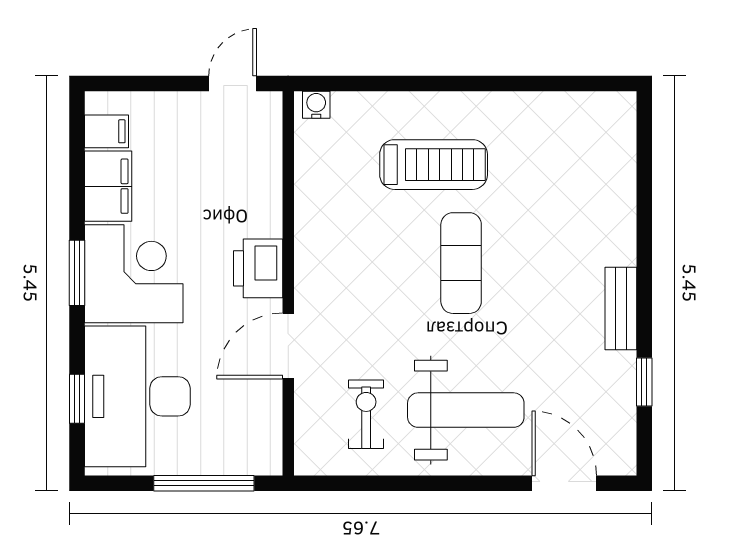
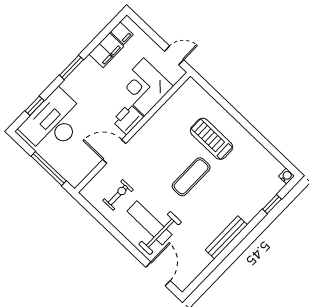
water cooler: (316, 105) -> (287, 176), moved
treadmill: (434, 165) -> (212, 139), turned 180
corner desk: (134, 274) -> (144, 87), moved, turned 180
bench: (621, 309) -> (226, 237), width x1.36
window: (644, 382) -> (272, 204), moved
weight bench: (466, 410) -> (150, 223), turned 180

